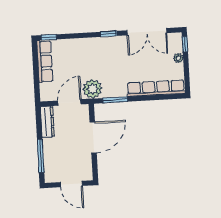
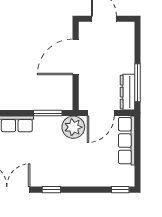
row of seats: (45, 61) -> (127, 141), moved
door: (93, 137) -> (76, 57), moved
window: (41, 156) -> (137, 83), moved

